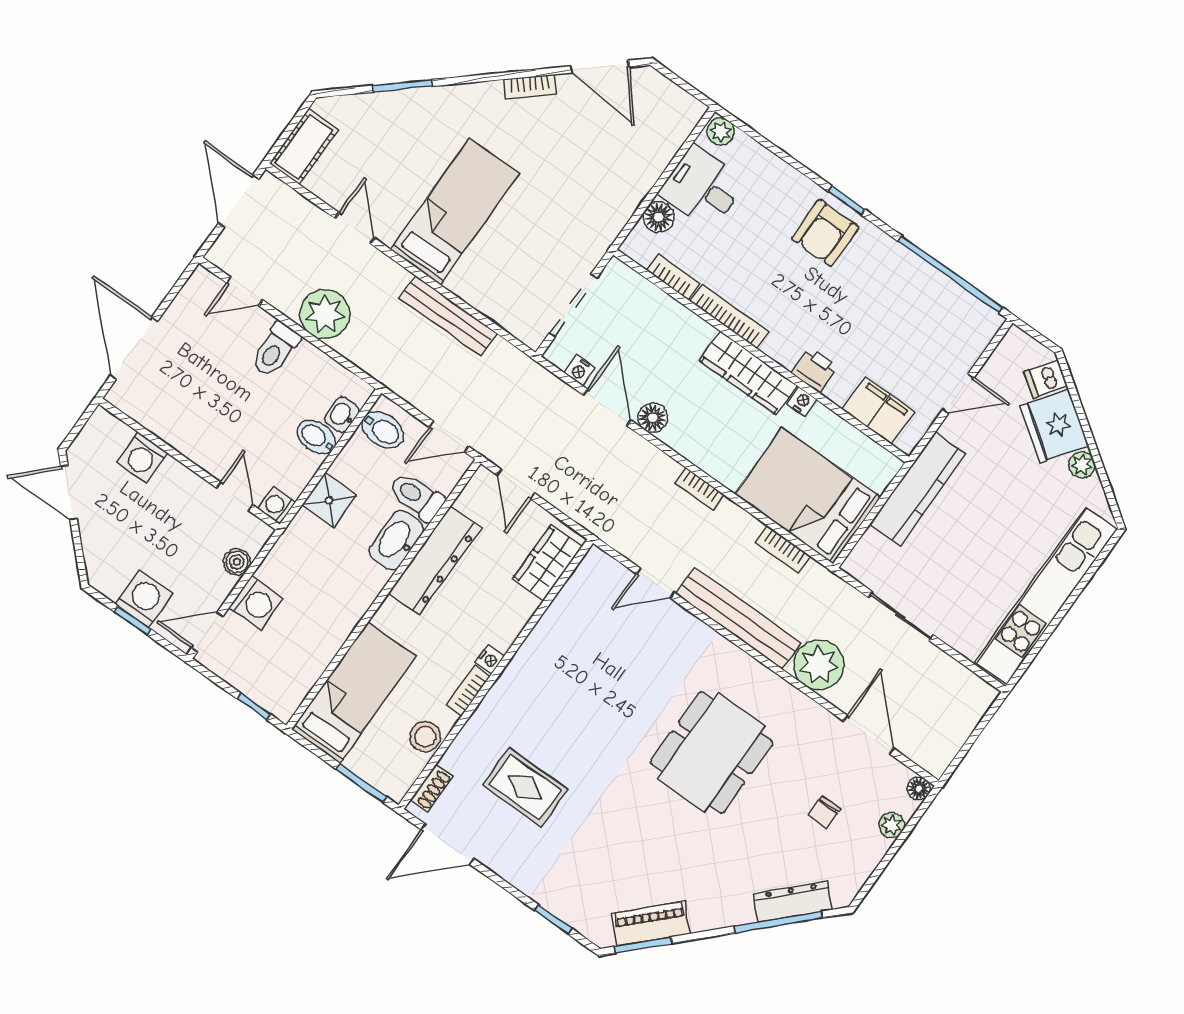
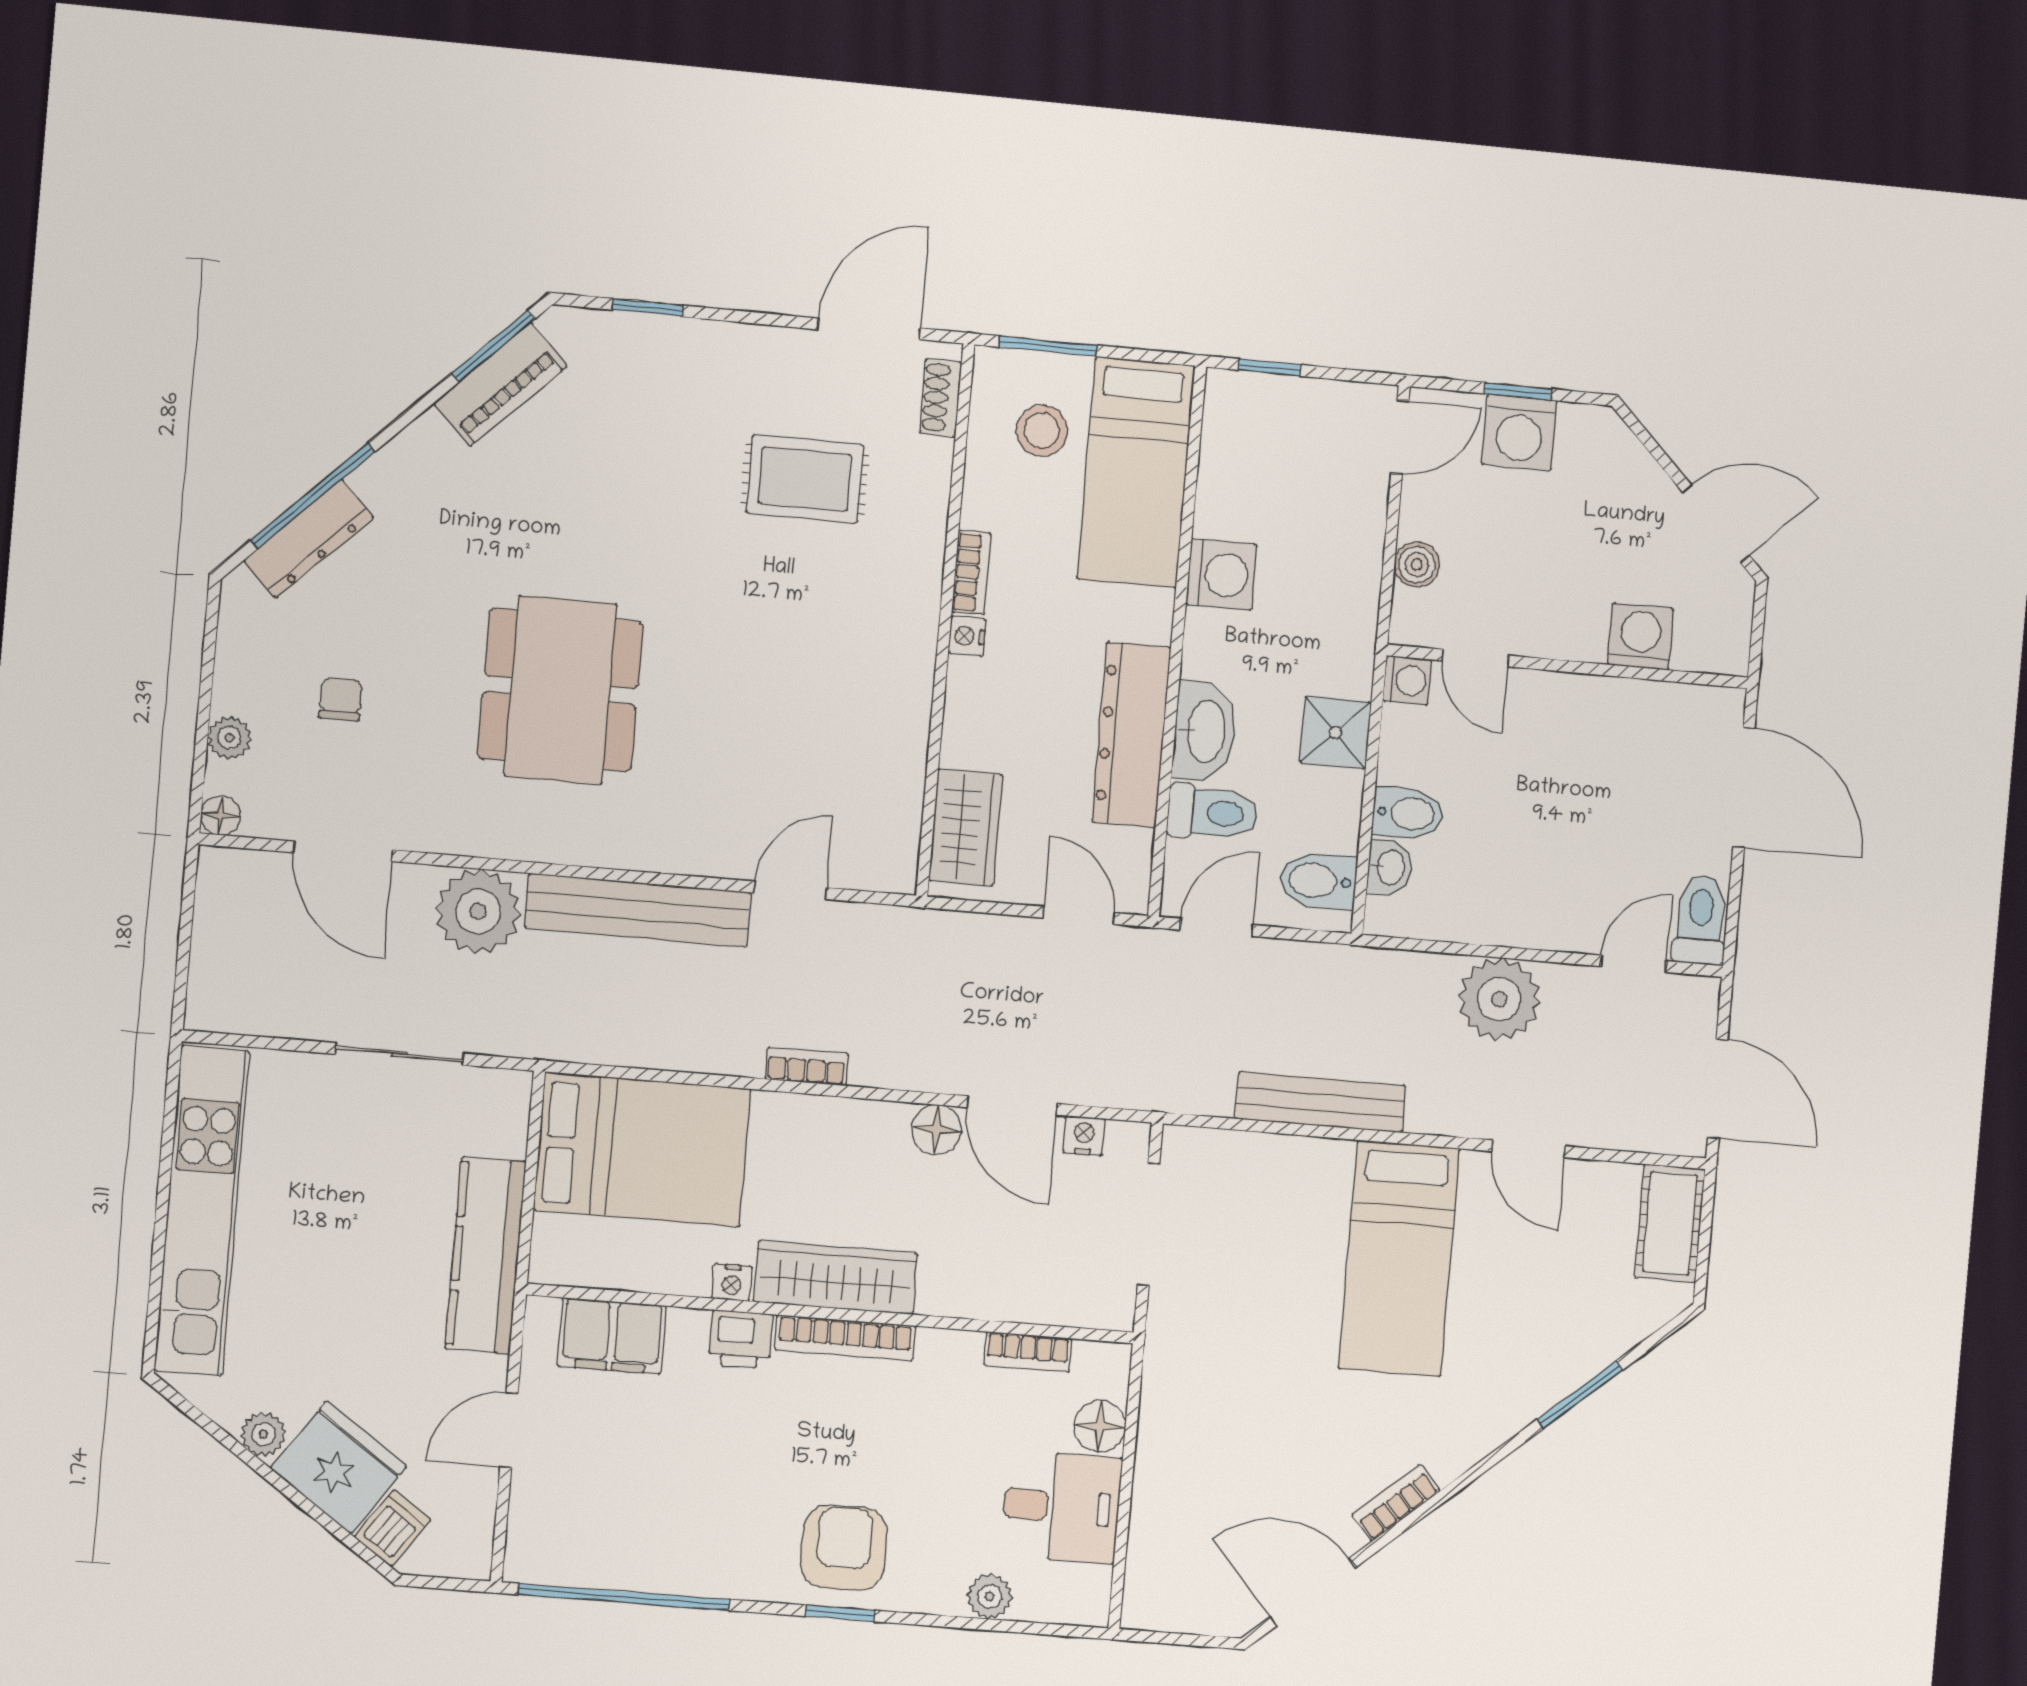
plant: (721, 132) -> (990, 1596), moved
bookcase: (729, 316) -> (845, 1338), moved
toilet: (275, 350) -> (1700, 920), moved
bookcase: (783, 549) -> (632, 1050), removed
washing machine: (256, 603) -> (1221, 575), moved, turned 180
stool: (425, 737) -> (1042, 431), moved

